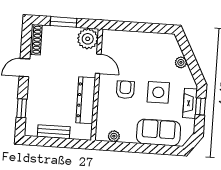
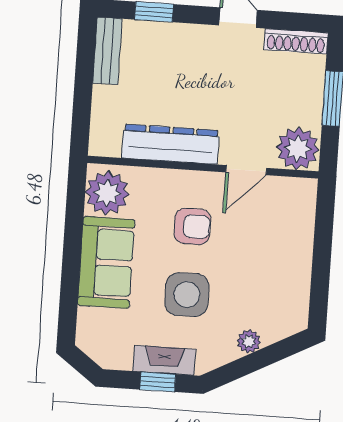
bench: (54, 132) -> (107, 51), moved
sofa: (159, 132) -> (106, 262), moved
plant: (114, 136) -> (107, 193), width x1.88, depth x1.88

